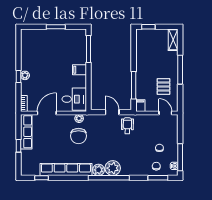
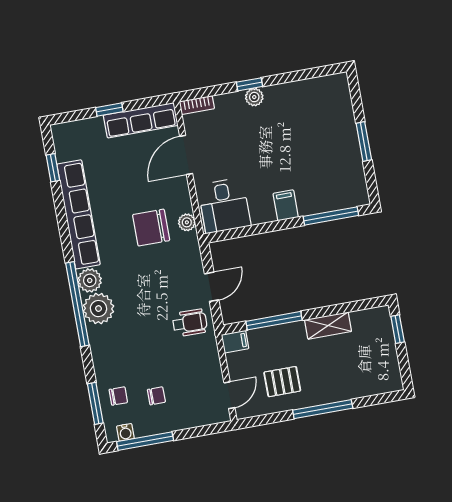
shelving: (173, 40) -> (328, 326), moved
door: (47, 113) -> (186, 155), swing flipped

